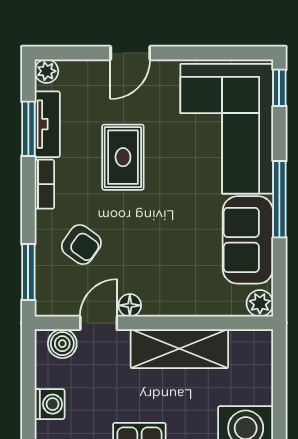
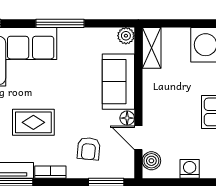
sofa: (248, 240) -> (118, 82), moved, turned 90
armchair: (81, 245) -> (89, 149), turned 150
shelving: (179, 349) -> (152, 48), moved, width x0.67, depth x0.75

